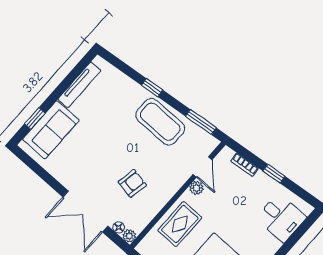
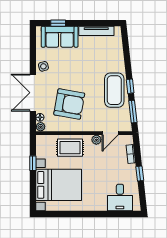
window: (152, 88) -> (130, 86), moved
side table: (67, 175) -> (43, 66), added
armchair: (132, 183) -> (69, 104), width x1.88, depth x1.88

